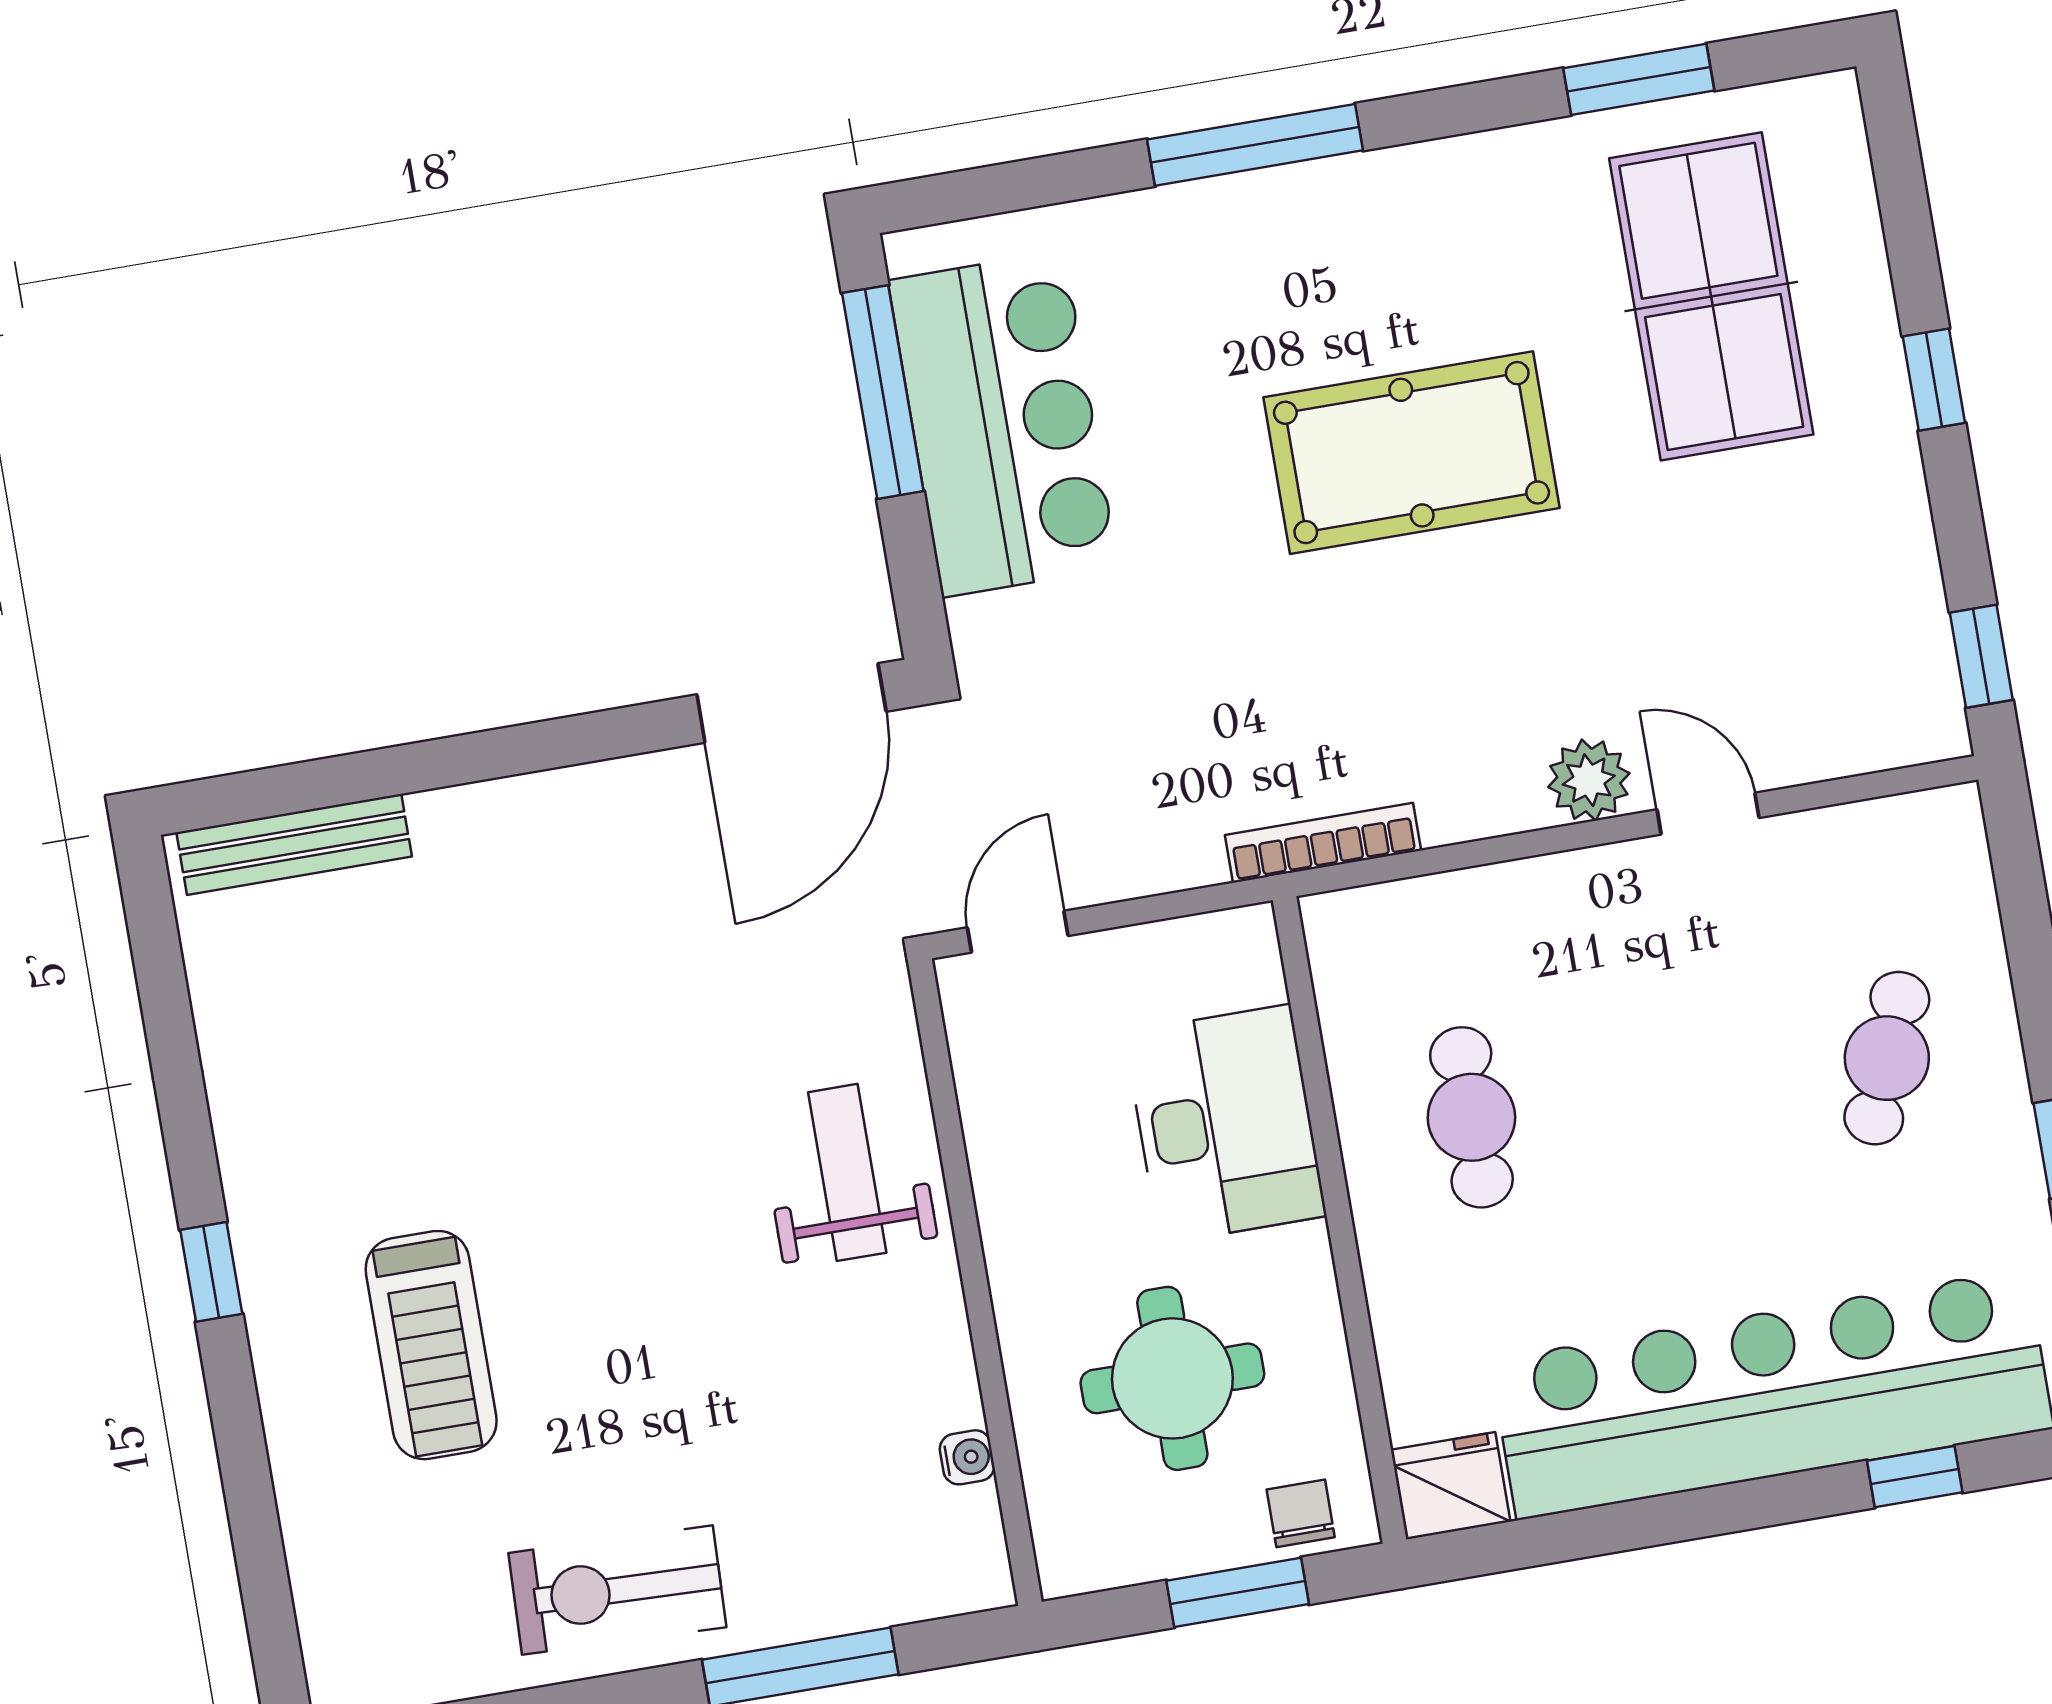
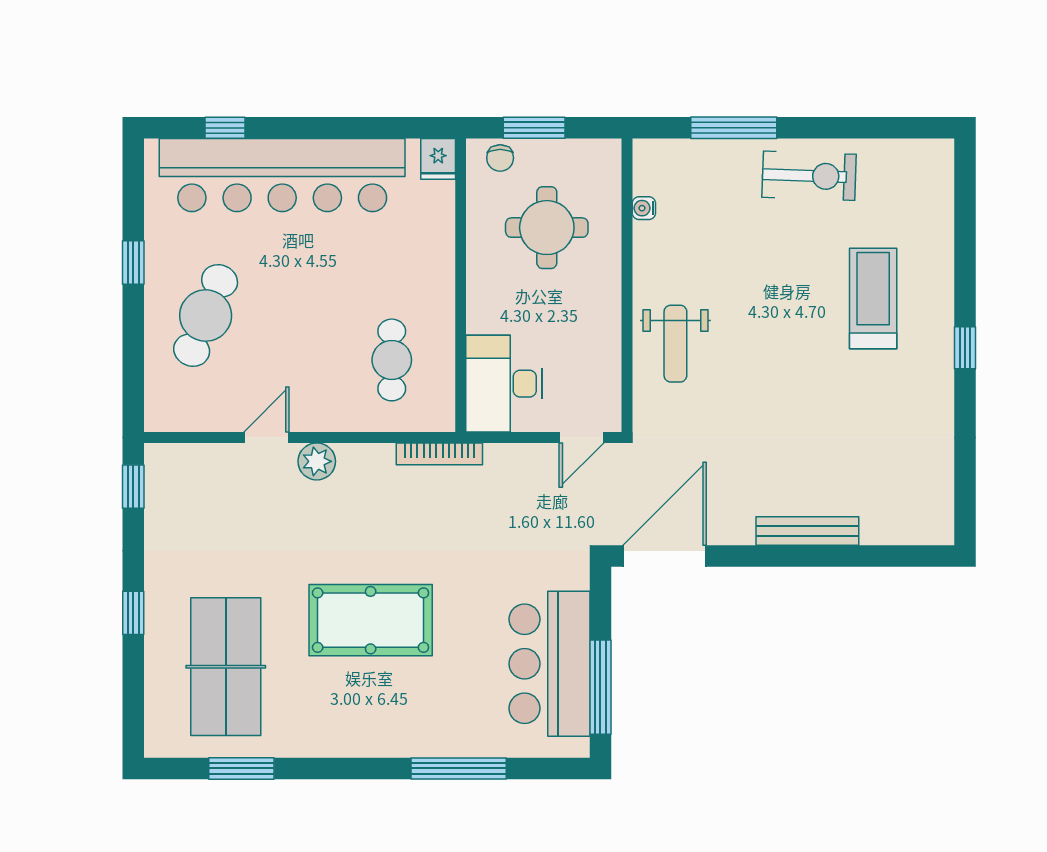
window: (1255, 145) -> (459, 768), moved
door: (1708, 814) -> (266, 437), swing flipped
bench: (294, 844) -> (807, 531), moved
cafe table: (1887, 1058) -> (206, 316), width x1.37, depth x1.35
cafe table: (1471, 1117) -> (392, 360), moved
desk: (1225, 1124) -> (504, 384), moved
fridge: (1451, 1486) -> (438, 159), width x0.72

